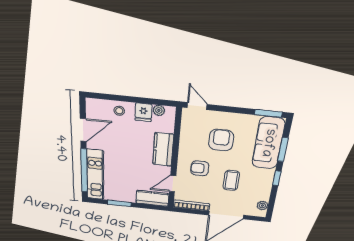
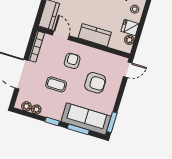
plant: (265, 196) -> (36, 109), added

